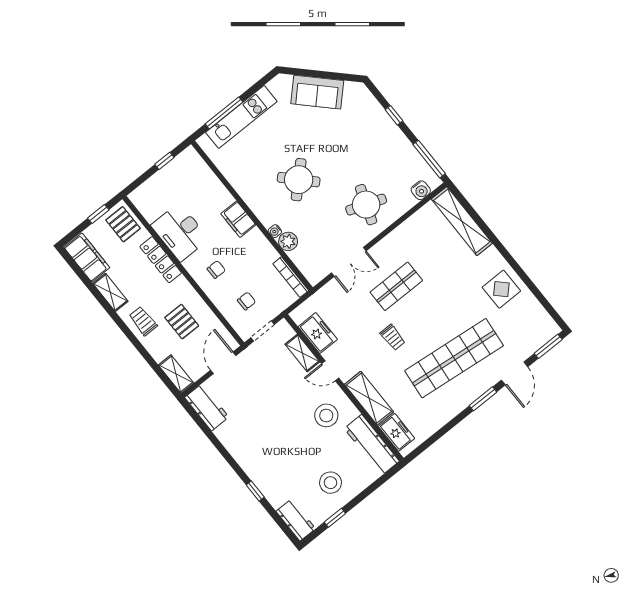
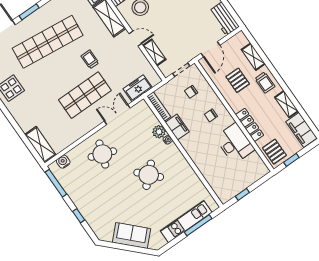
filing cabinet: (238, 219) -> (177, 127), moved
shelving: (462, 221) -> (40, 145), width x0.68
shop shelf: (396, 286) -> (85, 95), width x1.43, depth x1.36
freezer: (318, 333) -> (138, 88), moved, turned 90
shelving: (176, 374) -> (253, 57), moved

